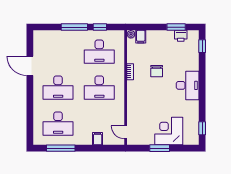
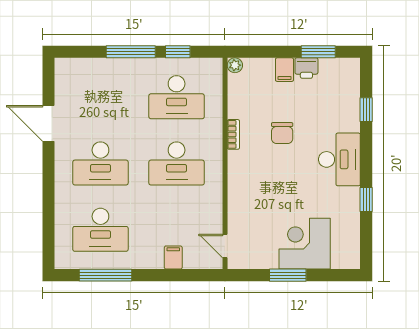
printer: (181, 36) -> (306, 68), moved
filing cabinet: (141, 37) -> (284, 70), moved
window: (202, 46) -> (366, 110), moved
window: (202, 128) -> (366, 200), moved

